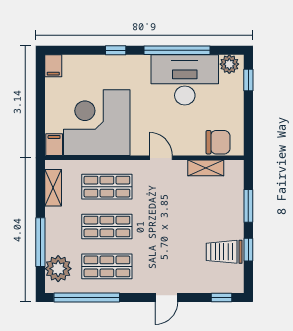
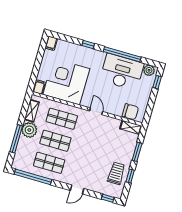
shelving: (206, 168) -> (131, 127), moved
trolley: (224, 252) -> (116, 173), turned 90
plant: (58, 269) -> (29, 130), moved

